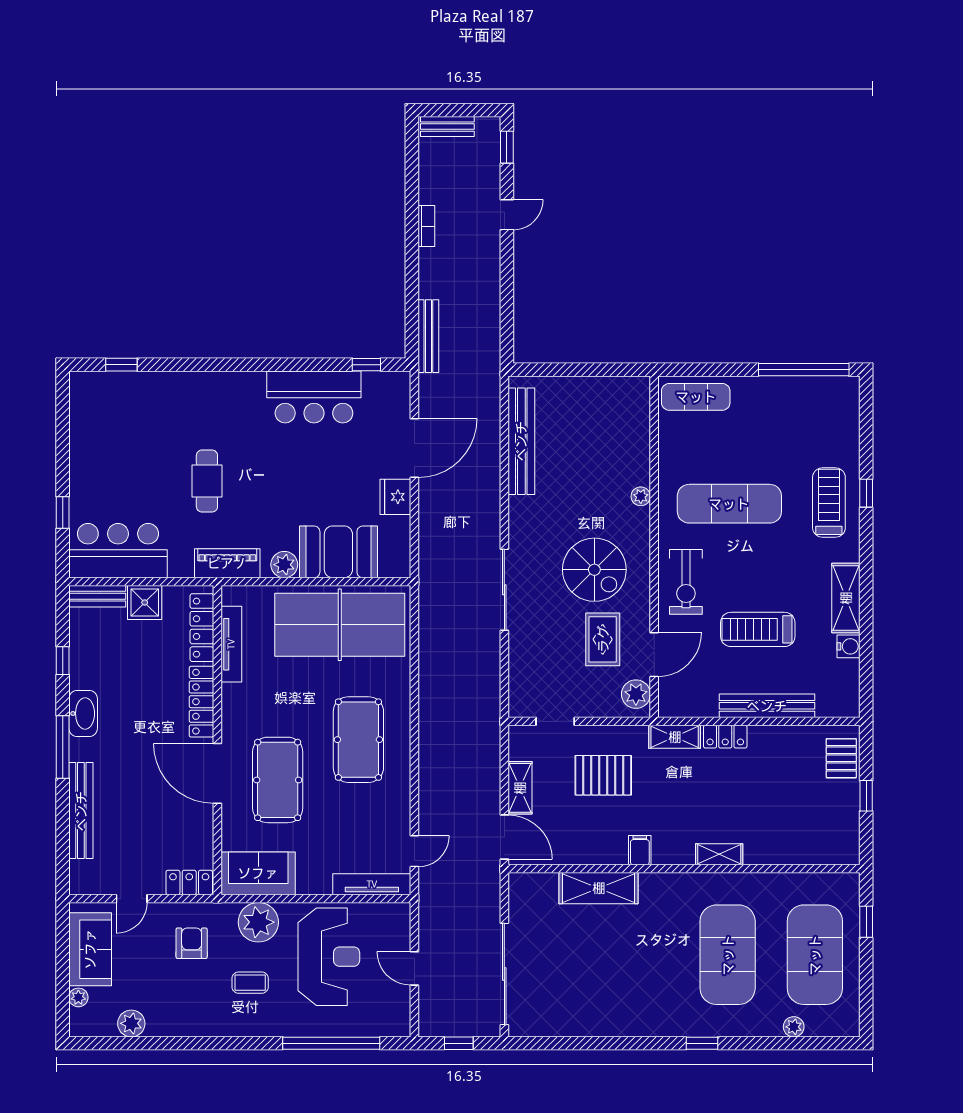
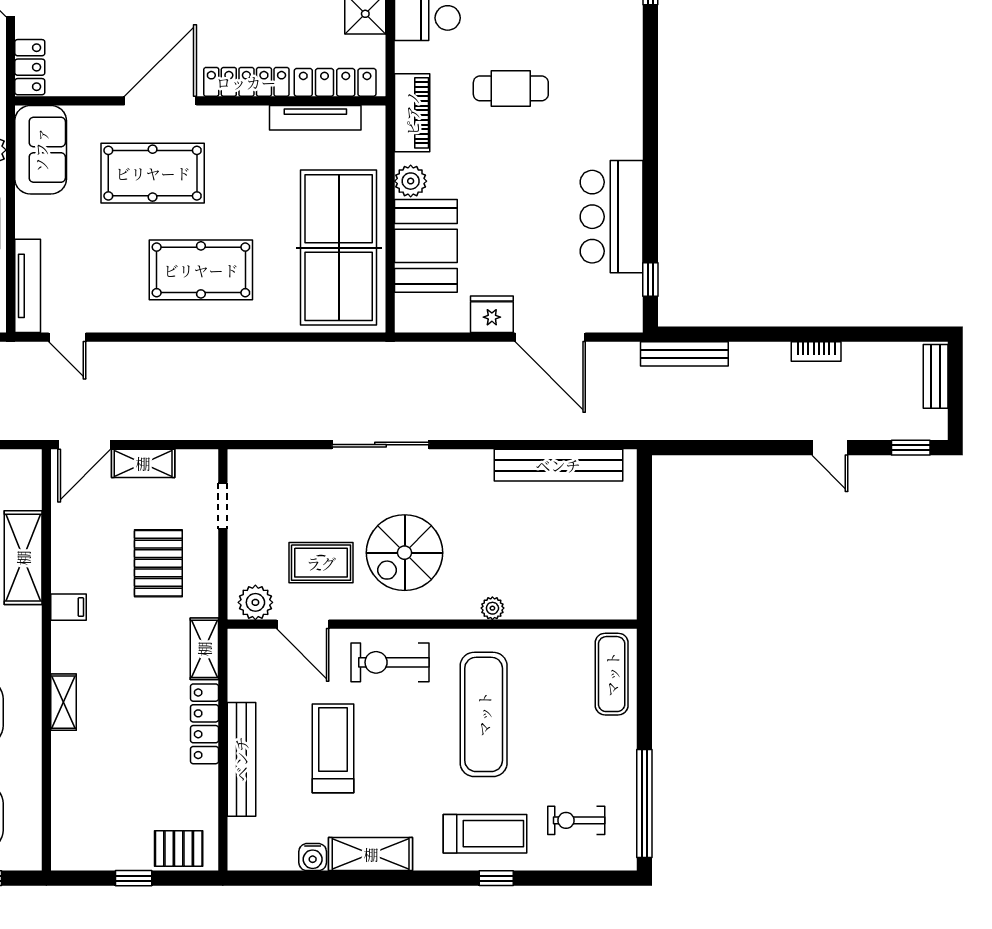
exercise bike: (818, 426) -> (576, 820), added
locker: (725, 737) -> (204, 724), width x1.53

